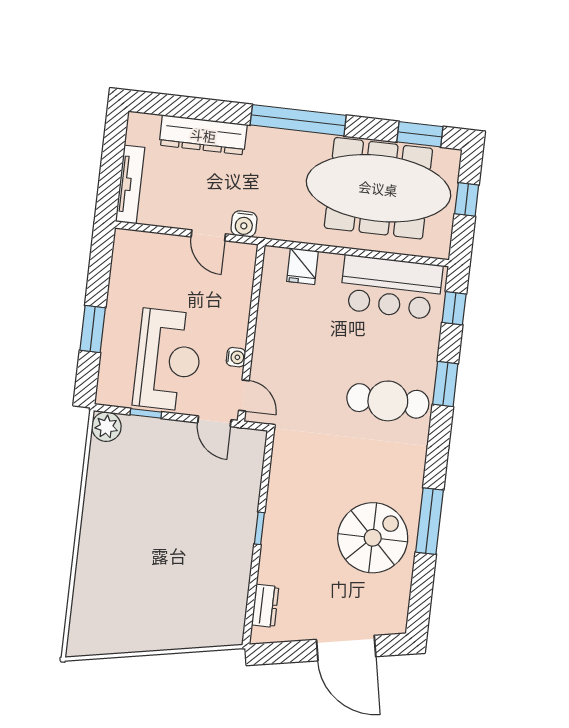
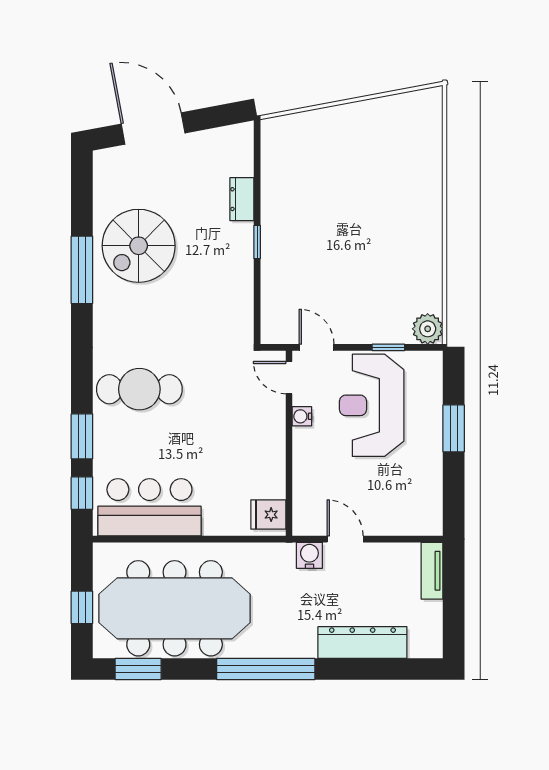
tv unit: (130, 184) -> (432, 571), width x0.71
fridge: (303, 266) -> (268, 515), moved, turned -90
window: (445, 384) -> (82, 436), moved
dresser: (265, 606) -> (242, 199), moved

